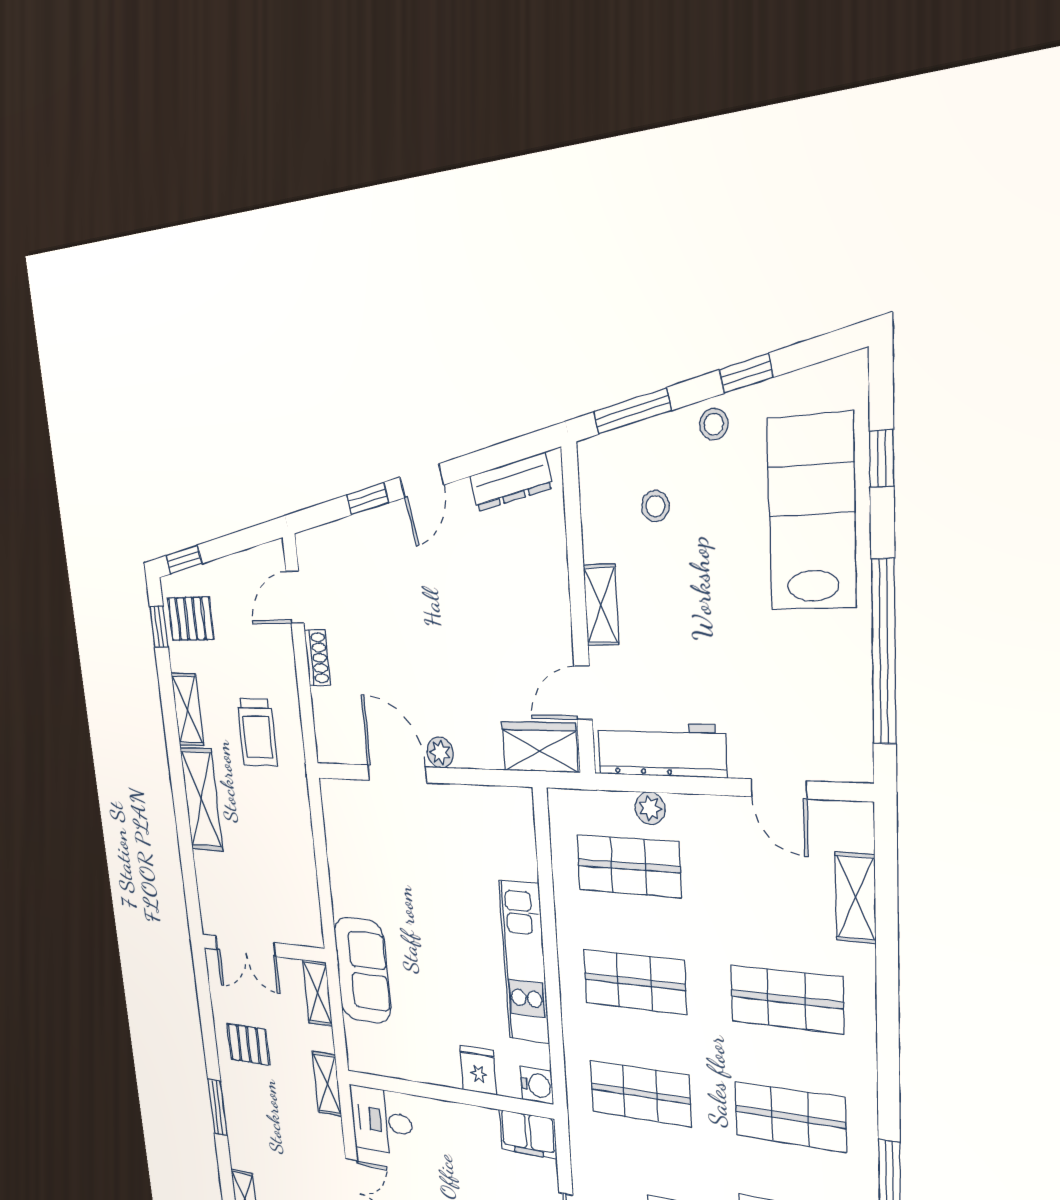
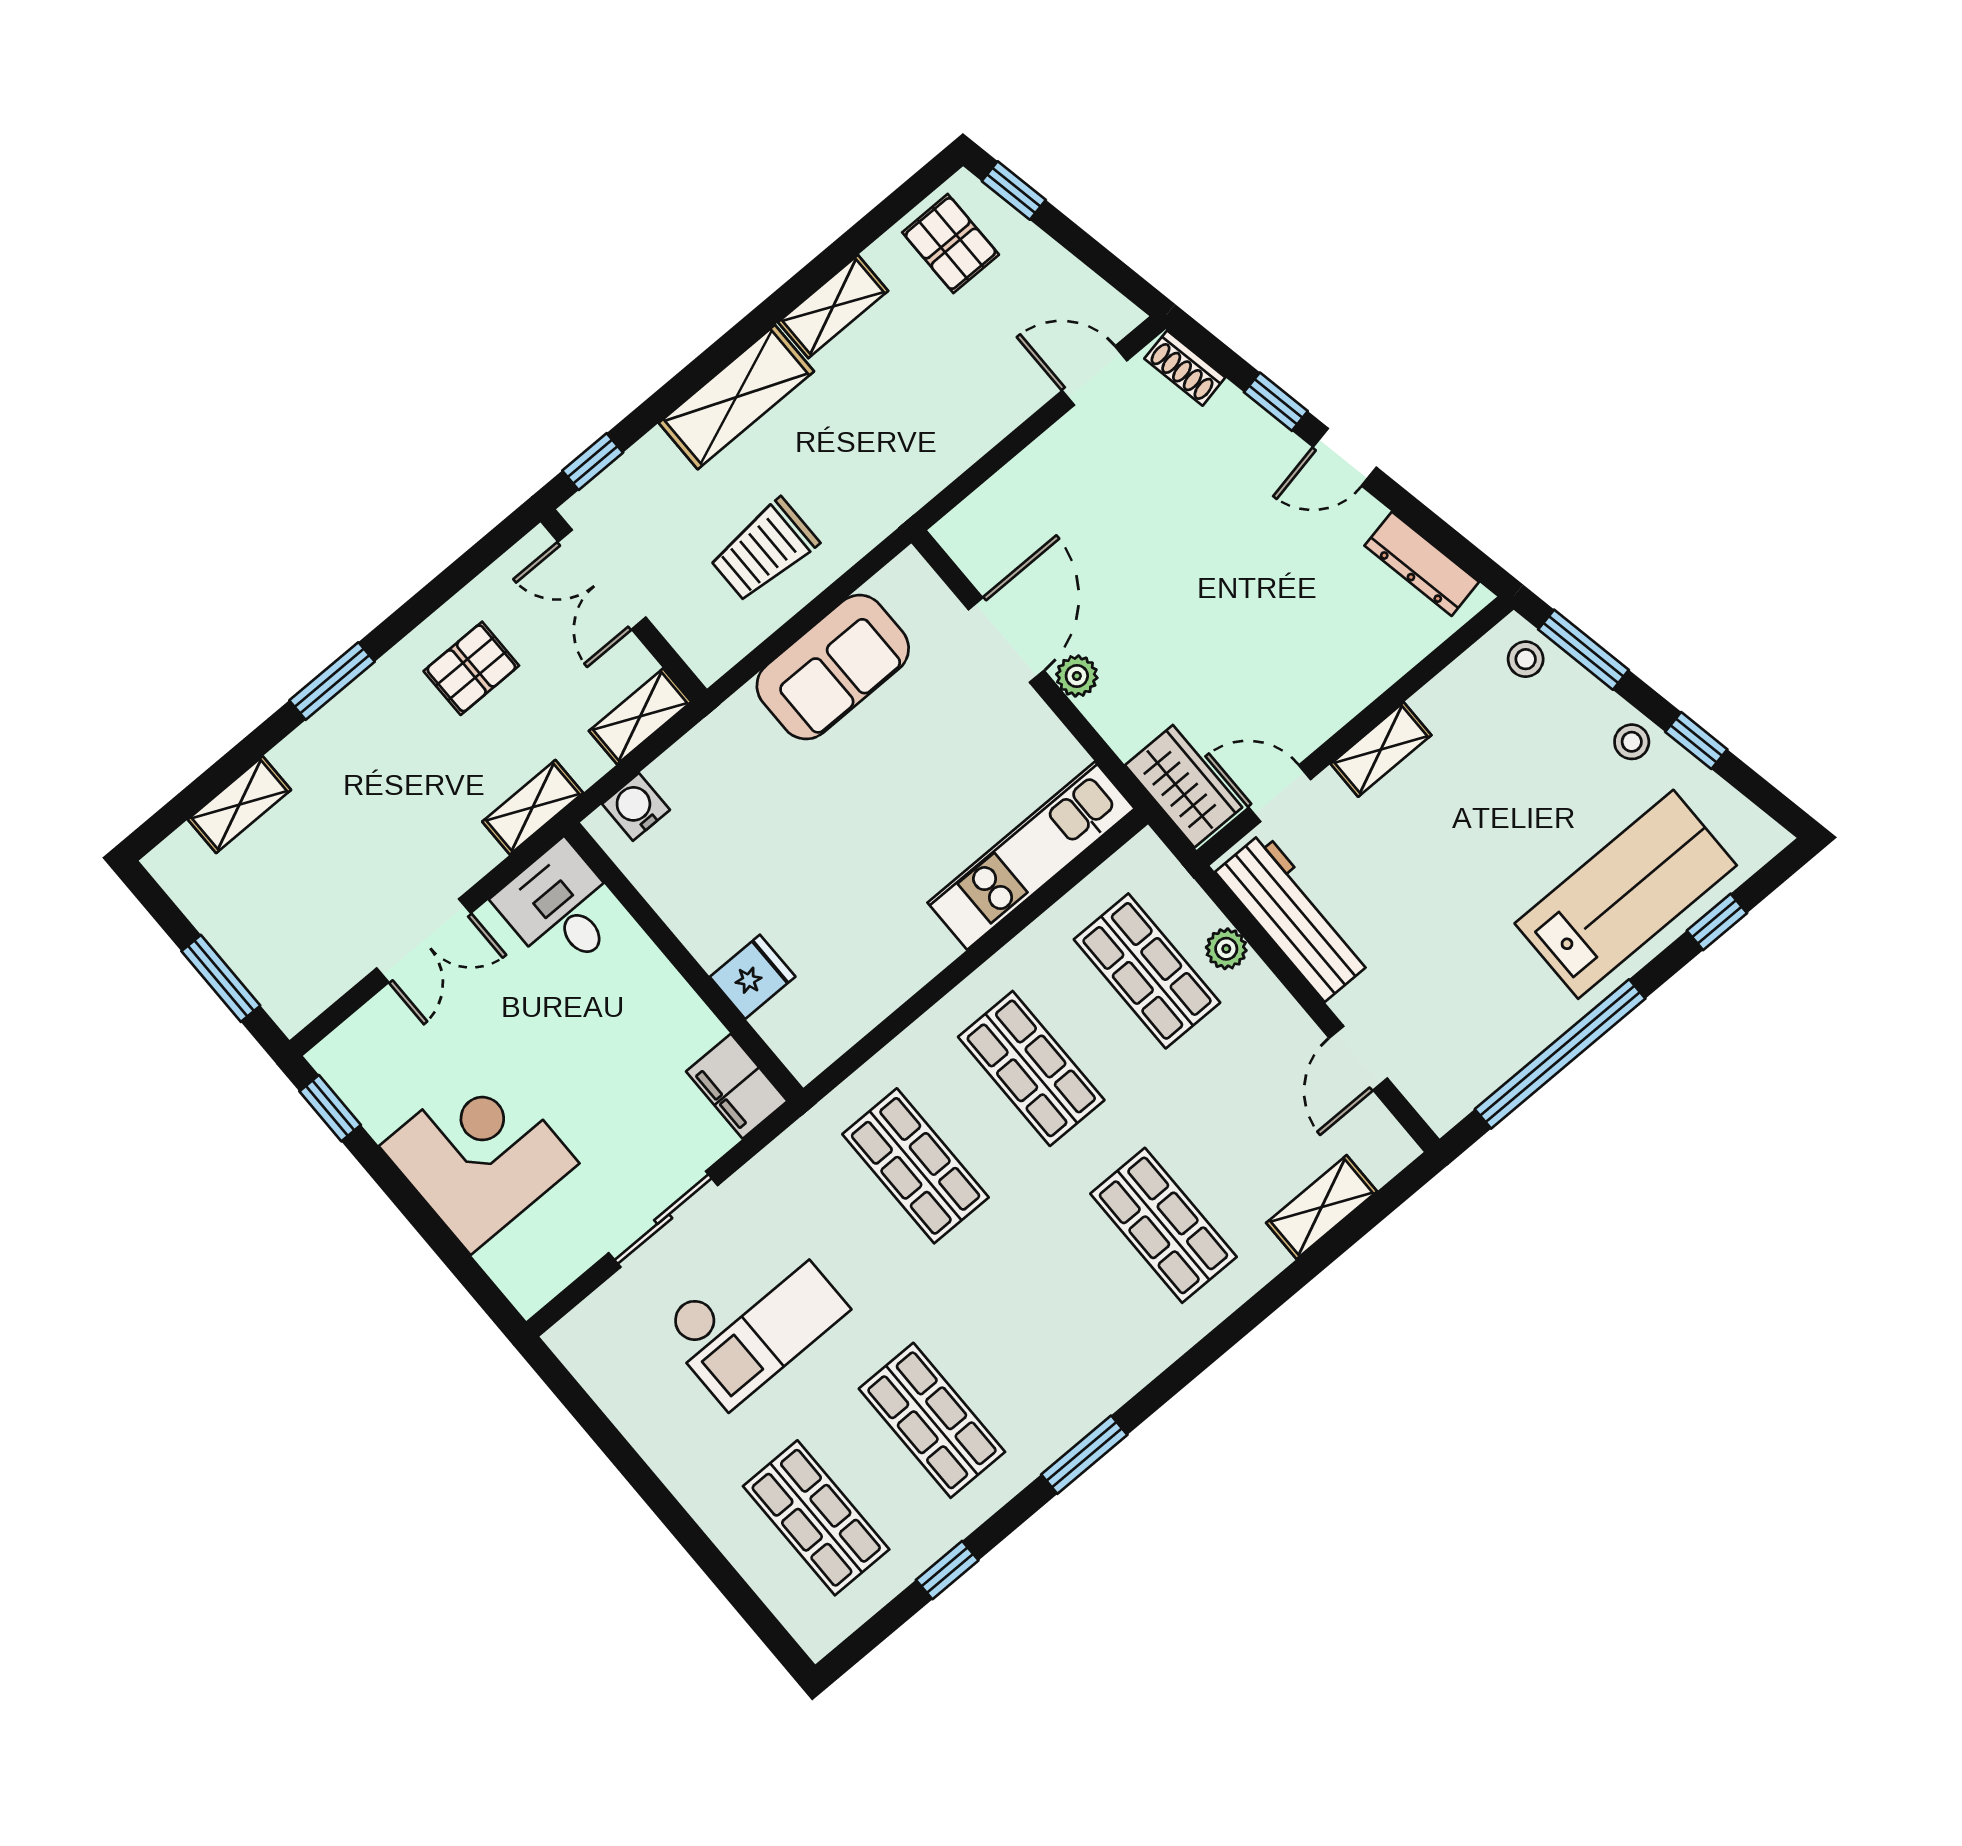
stool: (655, 506) -> (1526, 659), moved
window: (159, 627) -> (593, 462), moved
shoe rack: (317, 658) -> (1185, 368), moved, turned 79
trolley: (257, 732) -> (764, 550), moved
kitchen unit: (524, 962) -> (1031, 856), moved
sofa: (362, 971) -> (833, 667), moved
pallet: (249, 1044) -> (471, 668), turned 90
water cooler: (537, 1085) -> (636, 807), moved, turned 180
shop shelf: (790, 1117) -> (1048, 1323), removed

